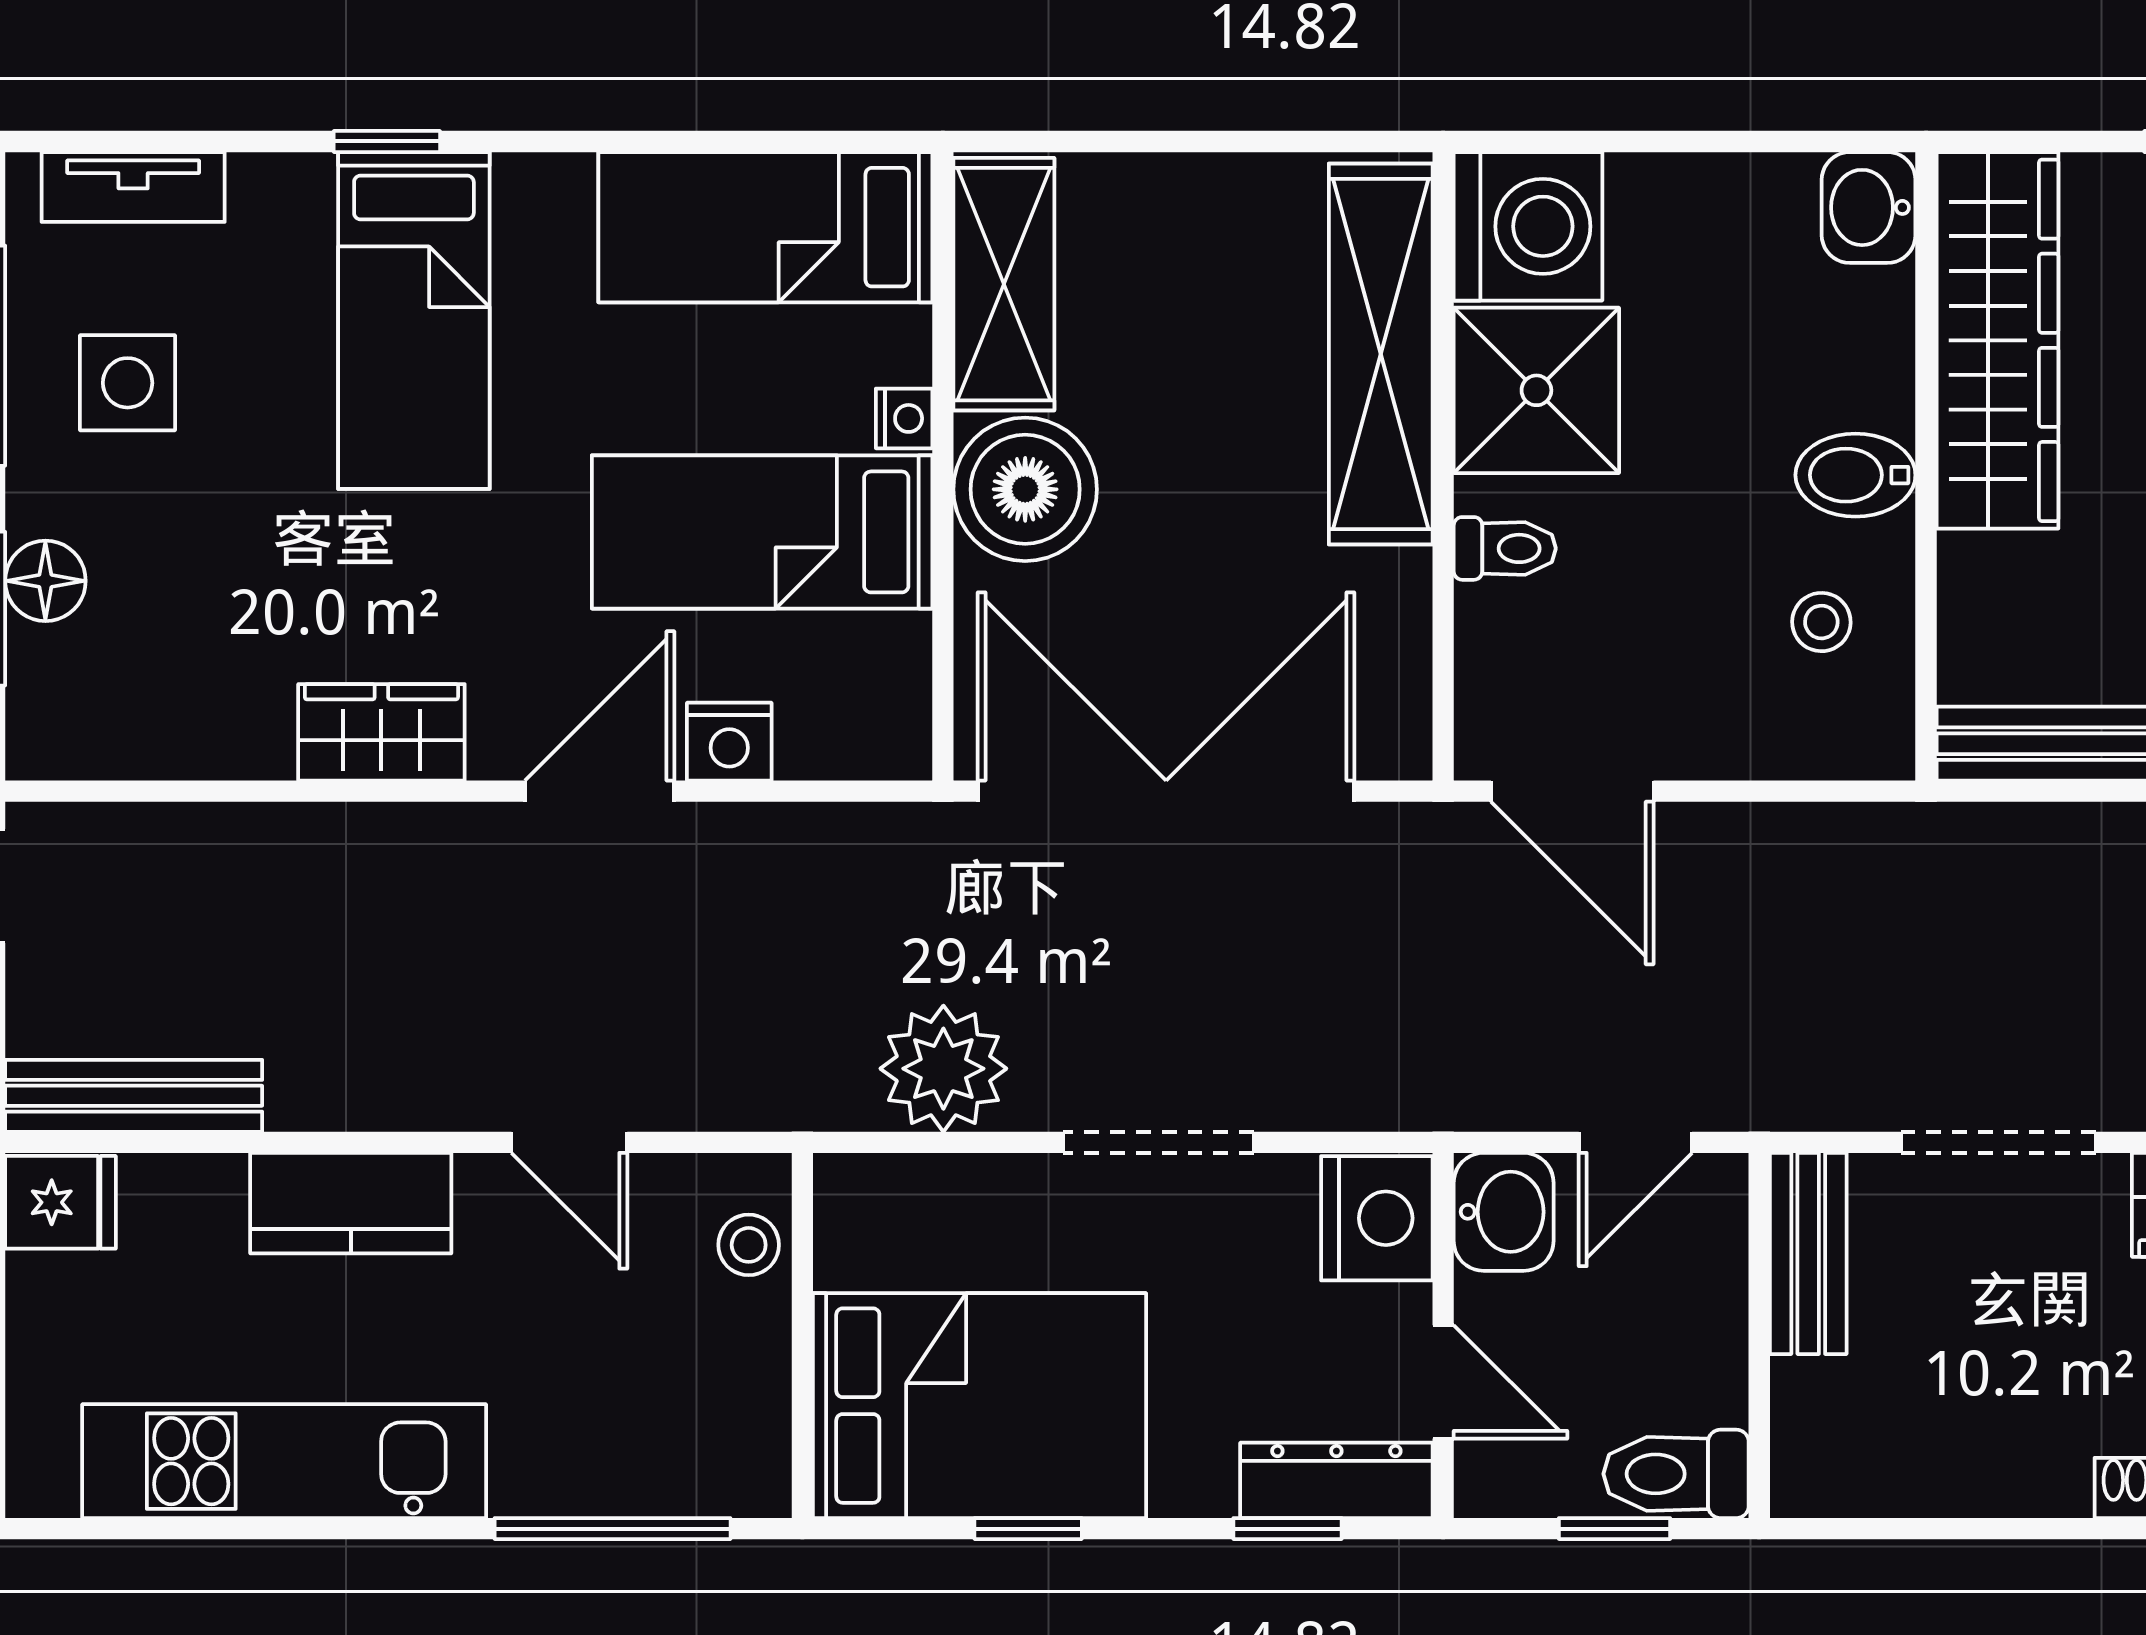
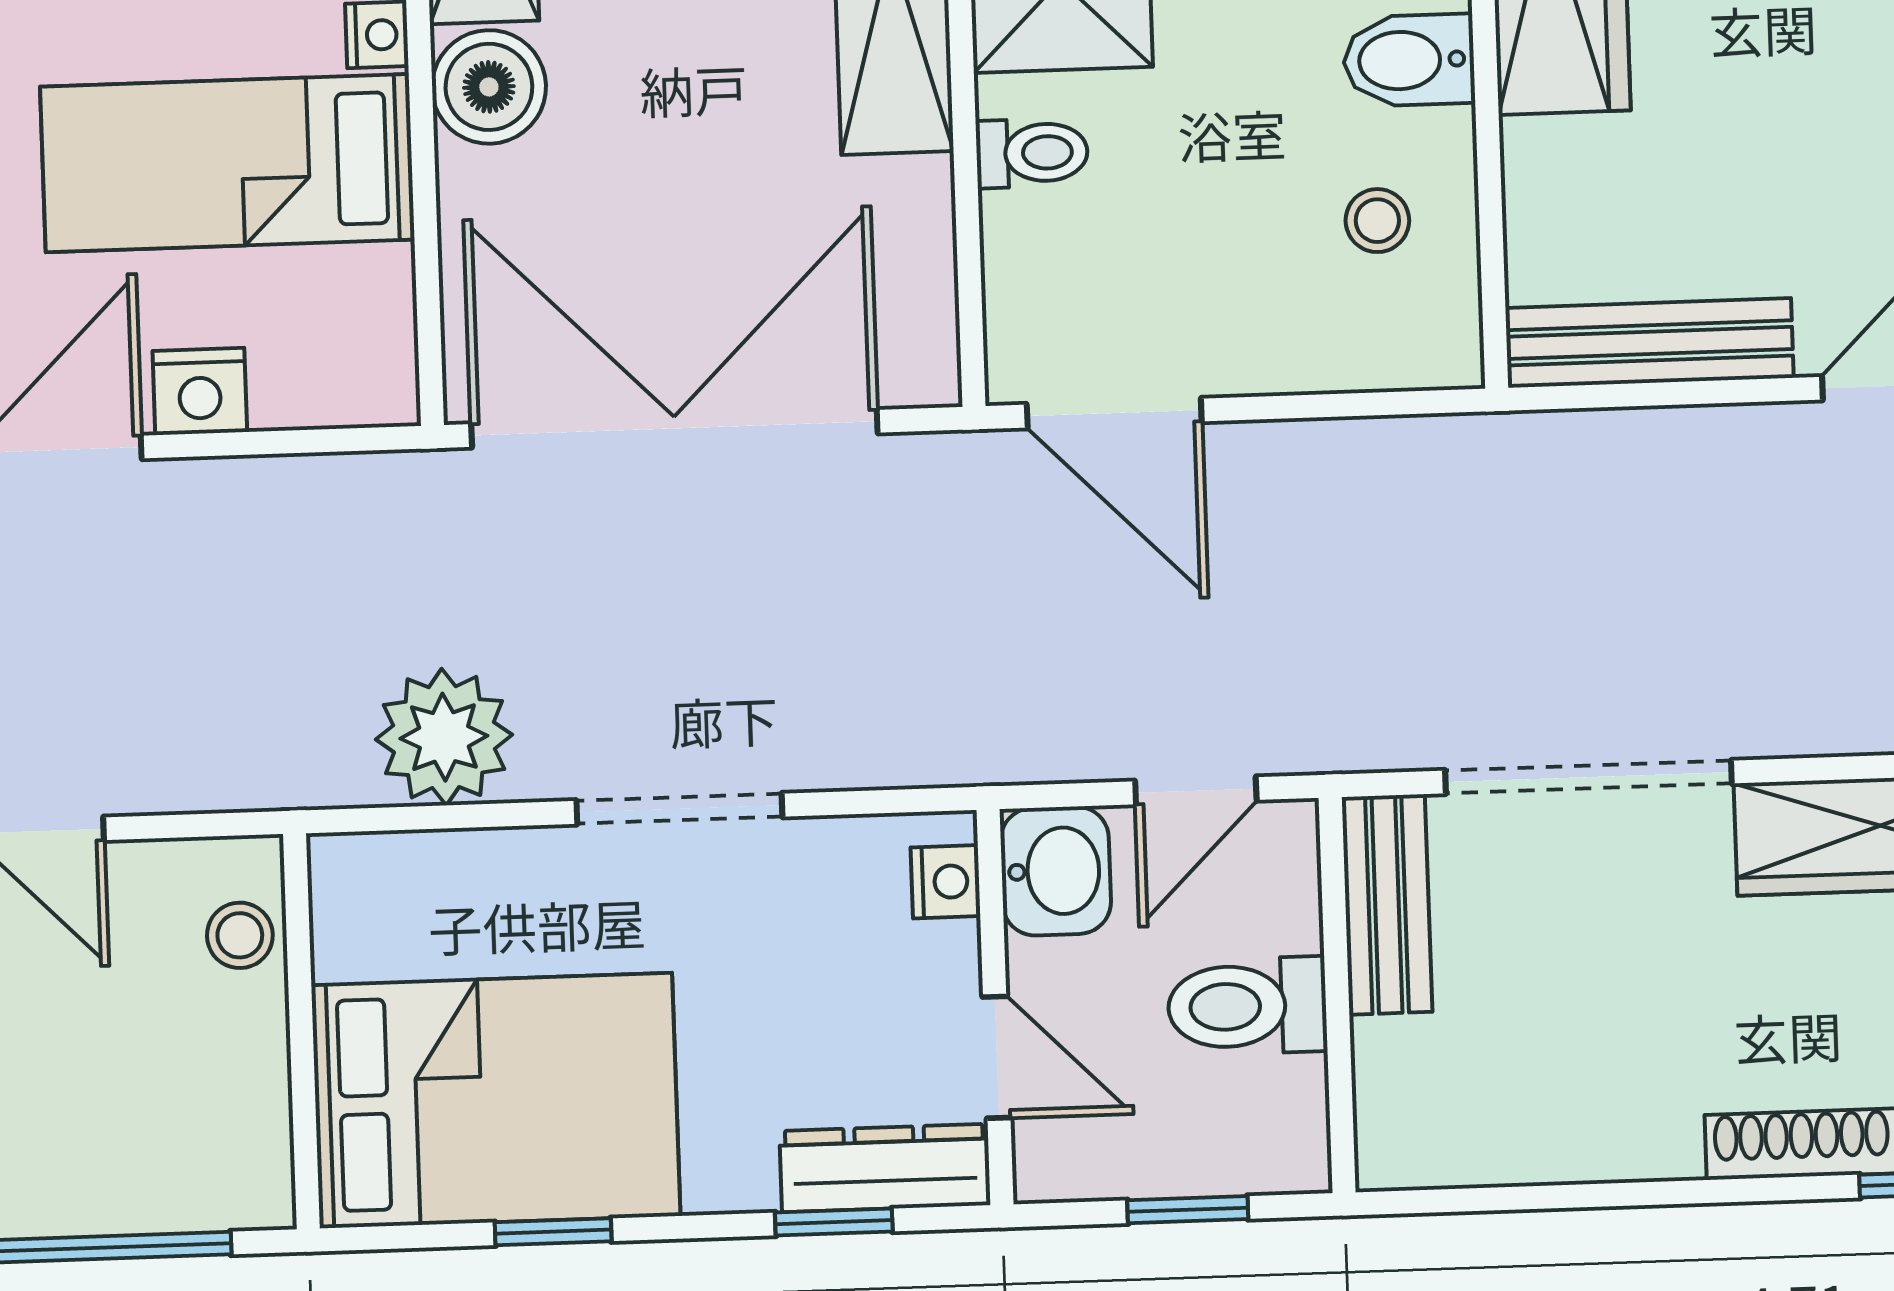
boiler: (1025, 489) -> (489, 87), width x0.73, depth x0.73
doorway: (1998, 1142) -> (1588, 777), width x1.36
nightstand: (1377, 1218) -> (946, 882), width x0.53, depth x0.56
toilet: (1676, 1474) -> (1247, 1006), moved

